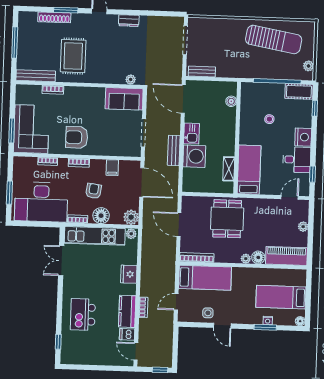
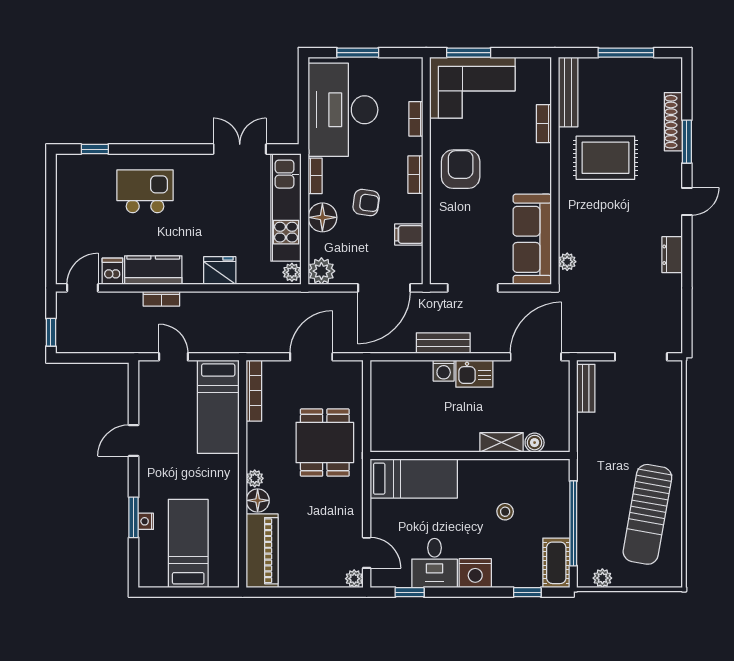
sofa: (124, 99) -> (532, 239), width x1.36
washing machine: (194, 156) -> (444, 371), width x0.53, depth x0.53
shelving: (229, 169) -> (502, 442), moved
dining table: (227, 219) -> (325, 443), turned 90
plant: (303, 227) -> (354, 579), moved
side table: (208, 313) -> (156, 414), removed
floor lamp: (300, 321) -> (147, 579), removed

